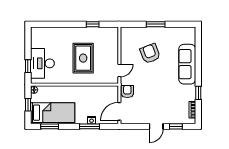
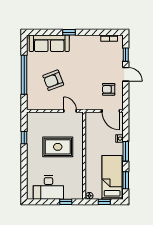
window: (156, 24) -> (24, 75), width x2.11
desk: (42, 63) -> (48, 187), moved
sofa: (187, 64) -> (49, 43), moved
armchair: (127, 91) -> (109, 89), moved
window: (198, 93) -> (69, 32), moved
window: (90, 126) -> (126, 151), moved

